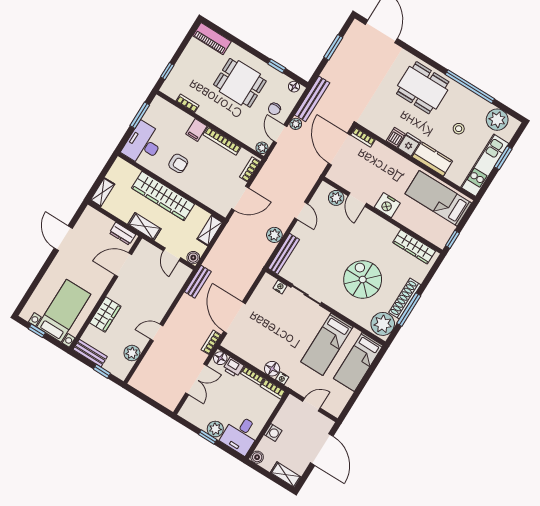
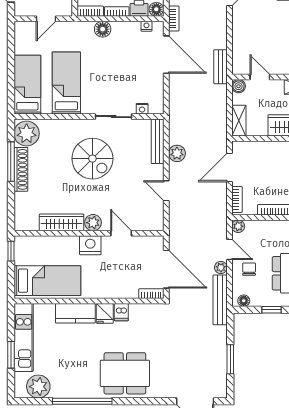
stool: (459, 129) -> (68, 356), removed
plant: (336, 198) -> (93, 223), moved
wardrobe: (414, 247) -> (62, 222), moved
spiral stairs: (363, 280) -> (92, 159), moved
nightstand: (282, 378) -> (146, 26), moved

